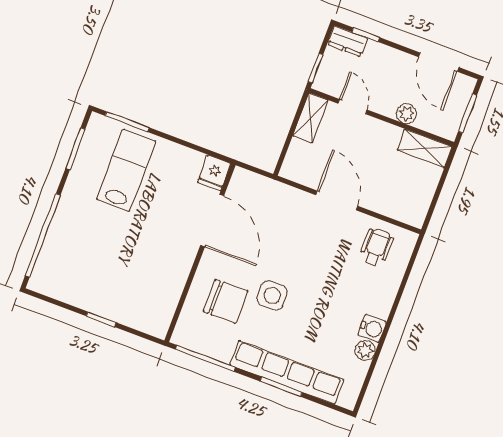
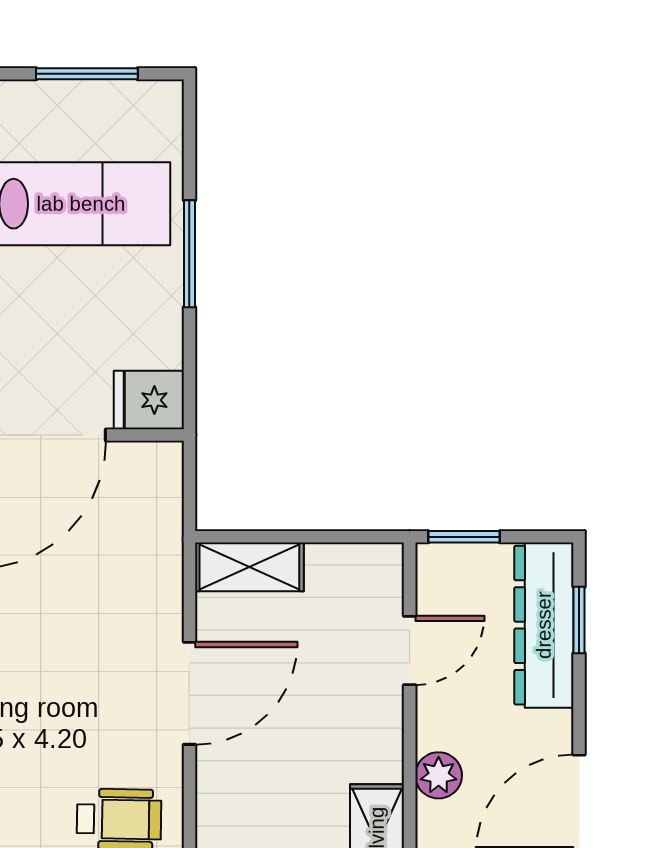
dresser: (347, 41) -> (544, 625), width x1.96, depth x1.24
shelving: (310, 118) -> (249, 567), moved
window: (127, 122) -> (189, 254), moved

